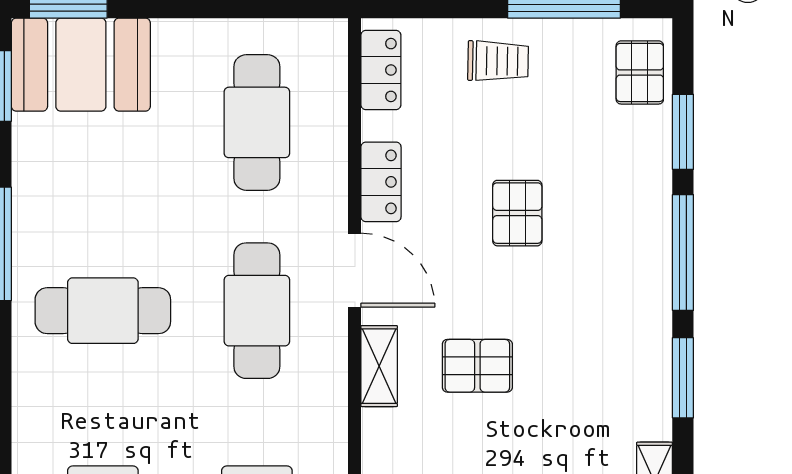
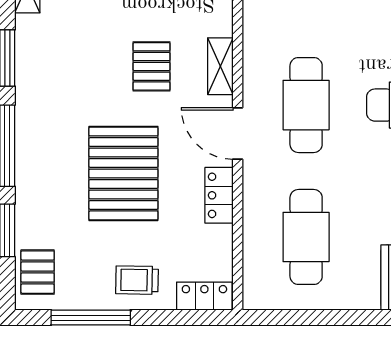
locker: (381, 70) -> (204, 296), moved, turned 90
pallet: (517, 213) -> (123, 173), width x2.05, depth x2.00
pallet: (477, 366) -> (152, 66), turned 90

